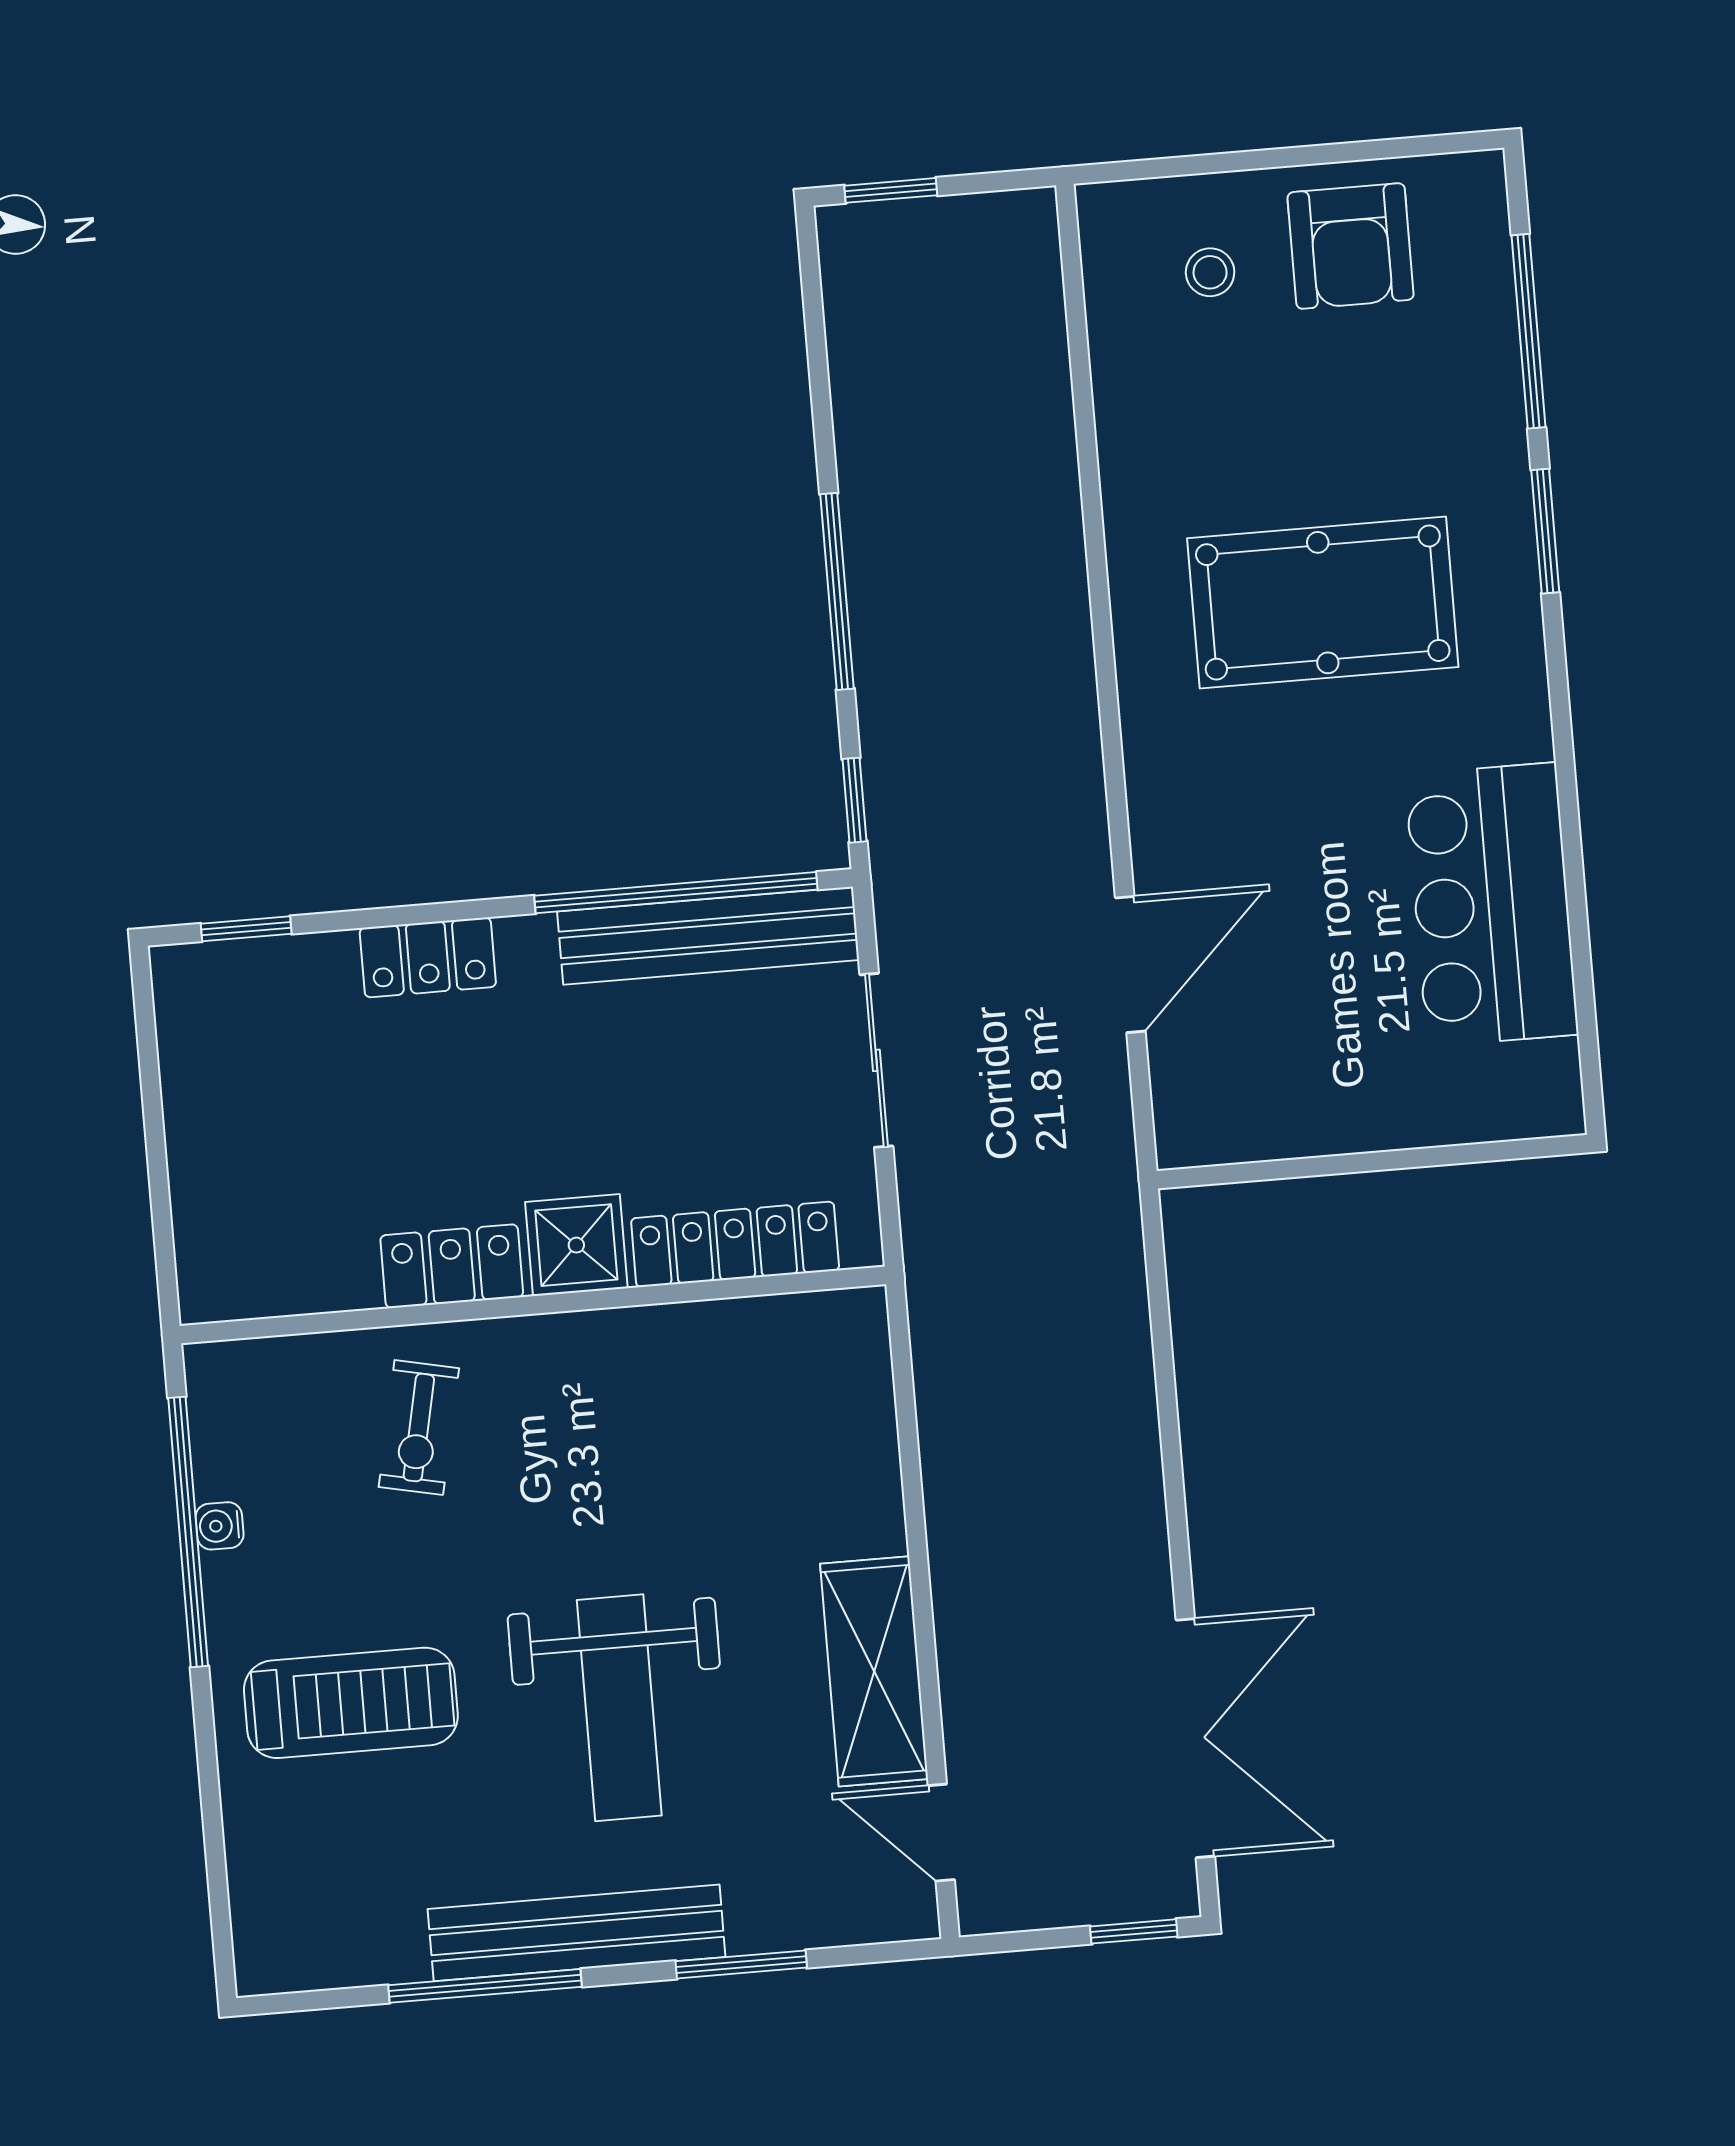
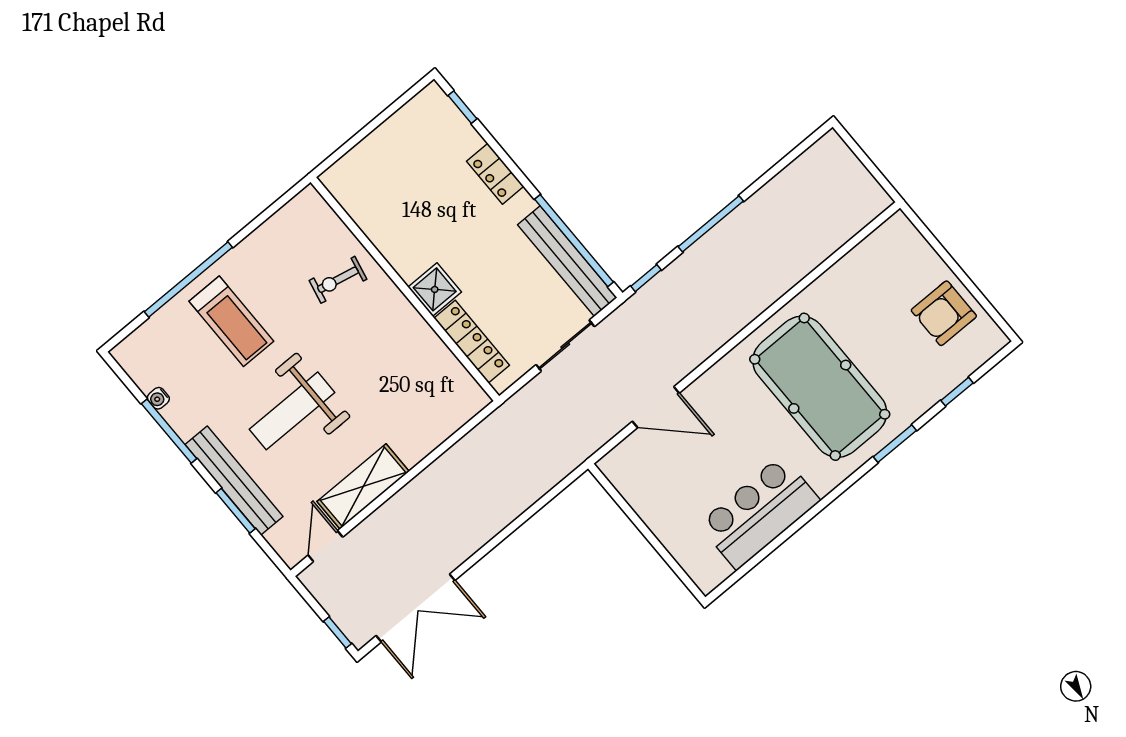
window: (891, 190) -> (856, 149), removed
stool: (1210, 272) -> (903, 273), removed
window: (1528, 331) -> (957, 392), width x0.46
pool table: (1323, 603) -> (820, 387), width x1.36, depth x1.32
locker: (452, 1266) -> (399, 253), removed
water cooler: (220, 1526) -> (158, 398), moved, turned -90
window: (188, 1532) -> (188, 280), moved
bench: (577, 1933) -> (234, 481), moved

